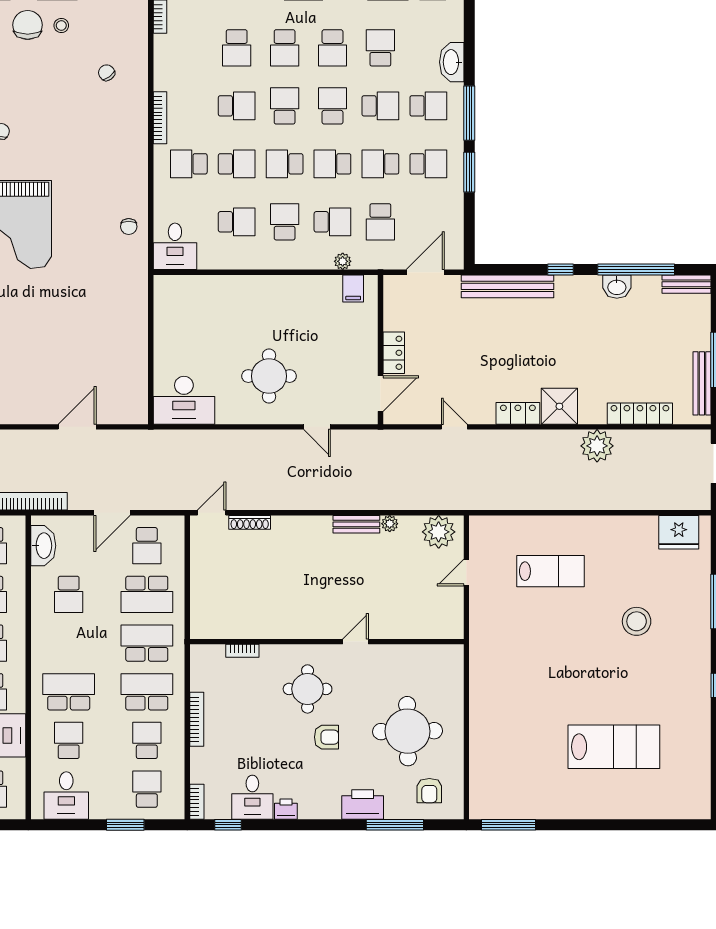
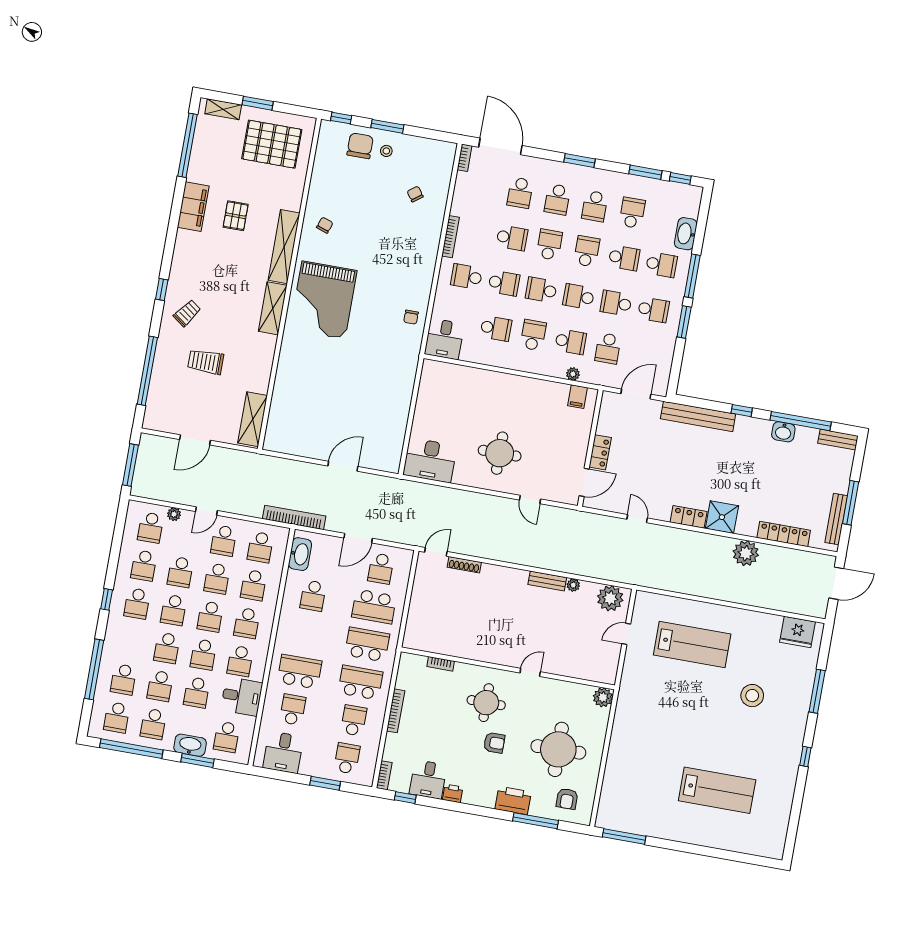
lab bench: (550, 571) -> (692, 644), width x1.36, depth x1.39
plant: (451, 657) -> (603, 697), added

